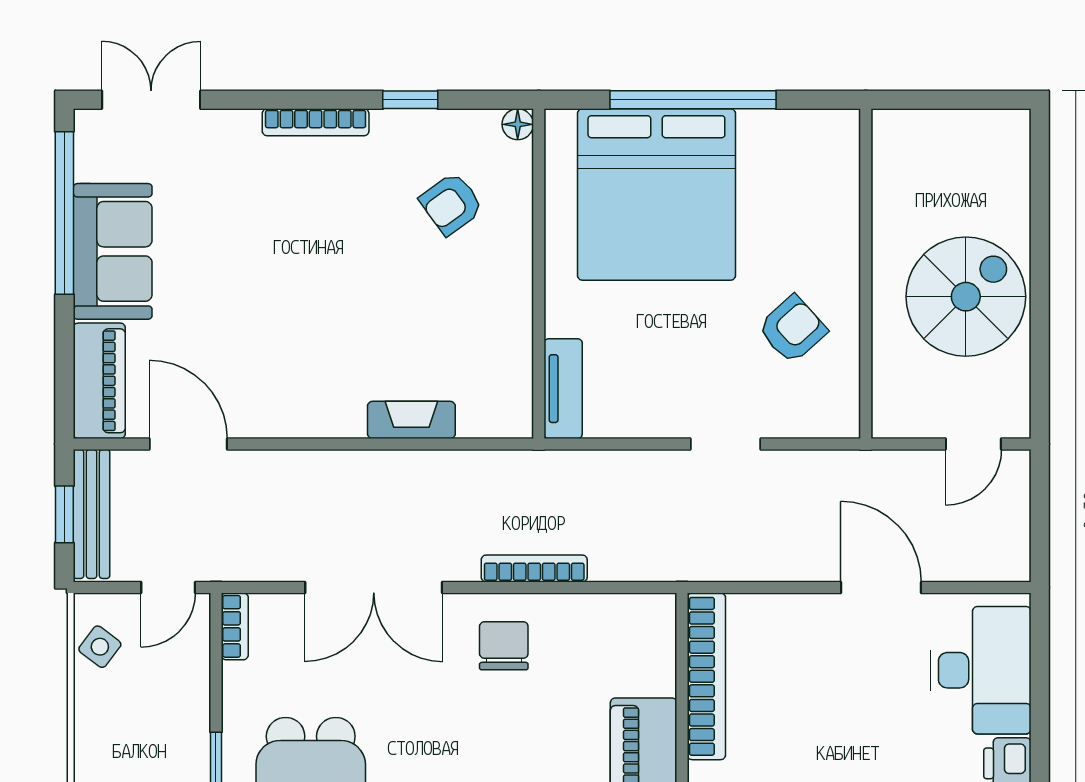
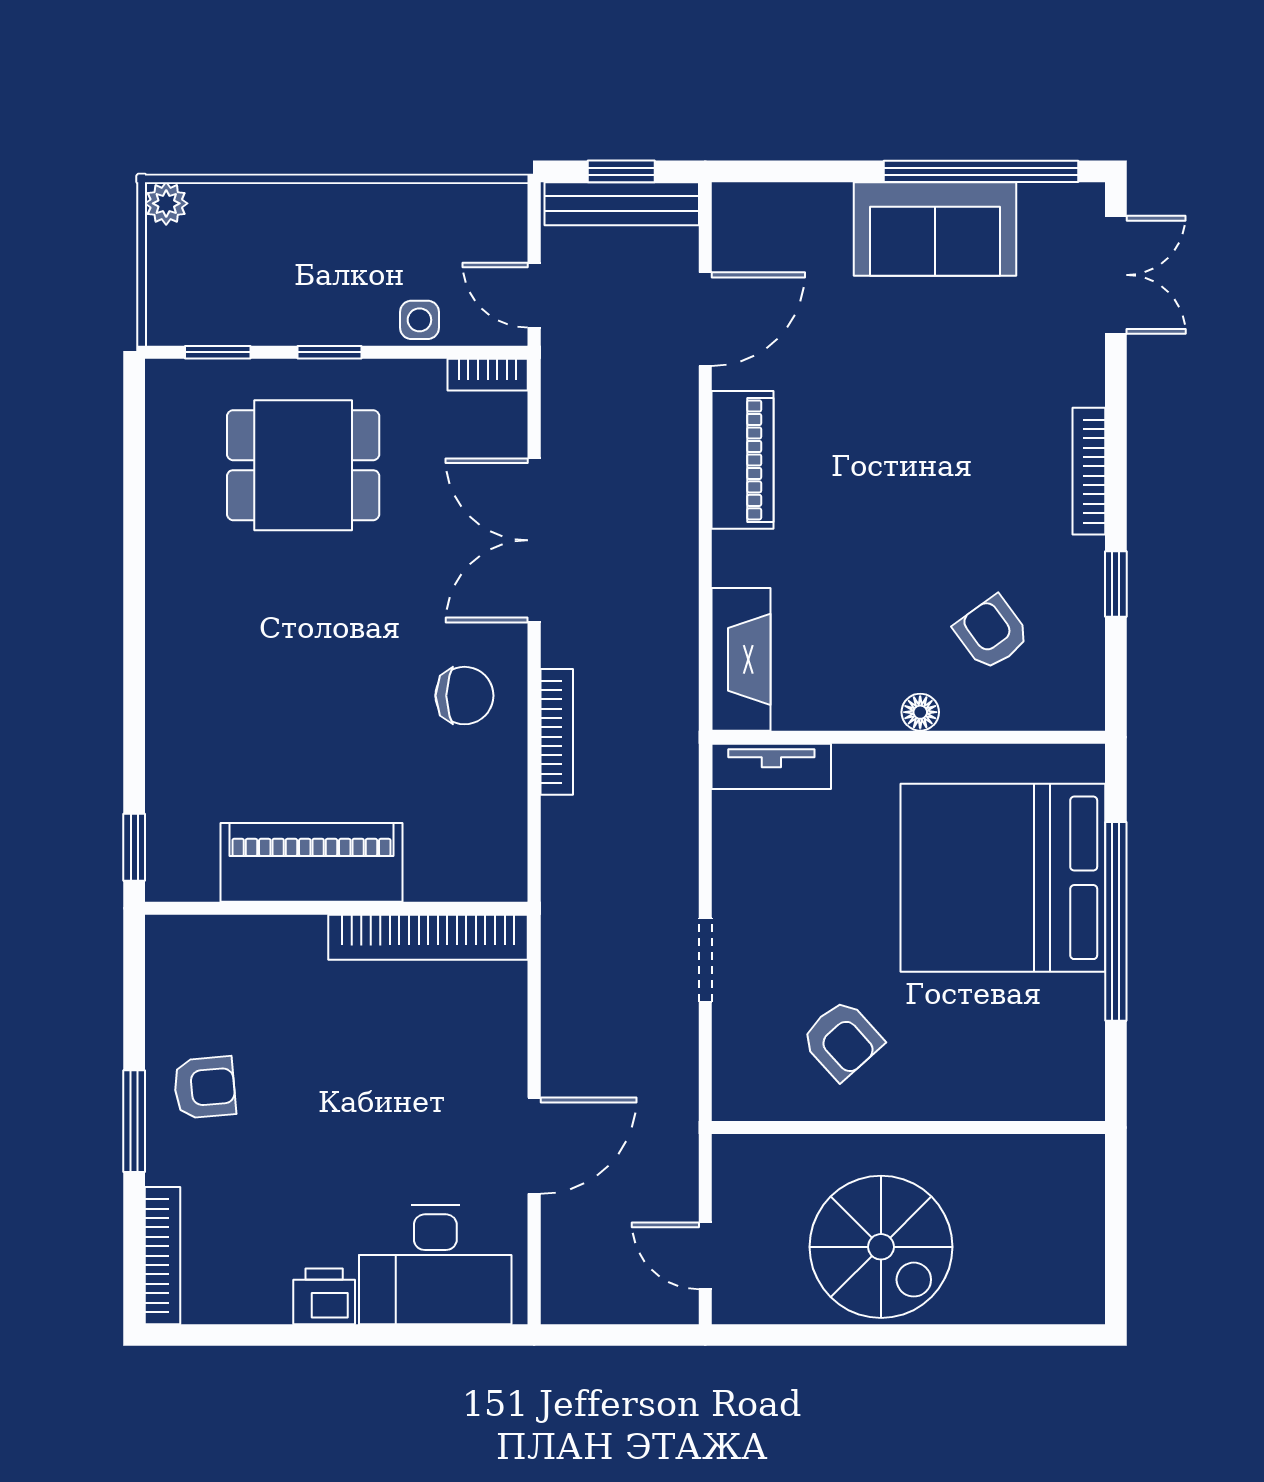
floor lamp: (518, 124) -> (920, 712), moved
piano: (99, 381) -> (743, 460), moved, turned -90
fireplace: (411, 420) -> (741, 659), moved, width x1.37, depth x1.32
side table: (100, 647) -> (419, 320), moved, turned -37

